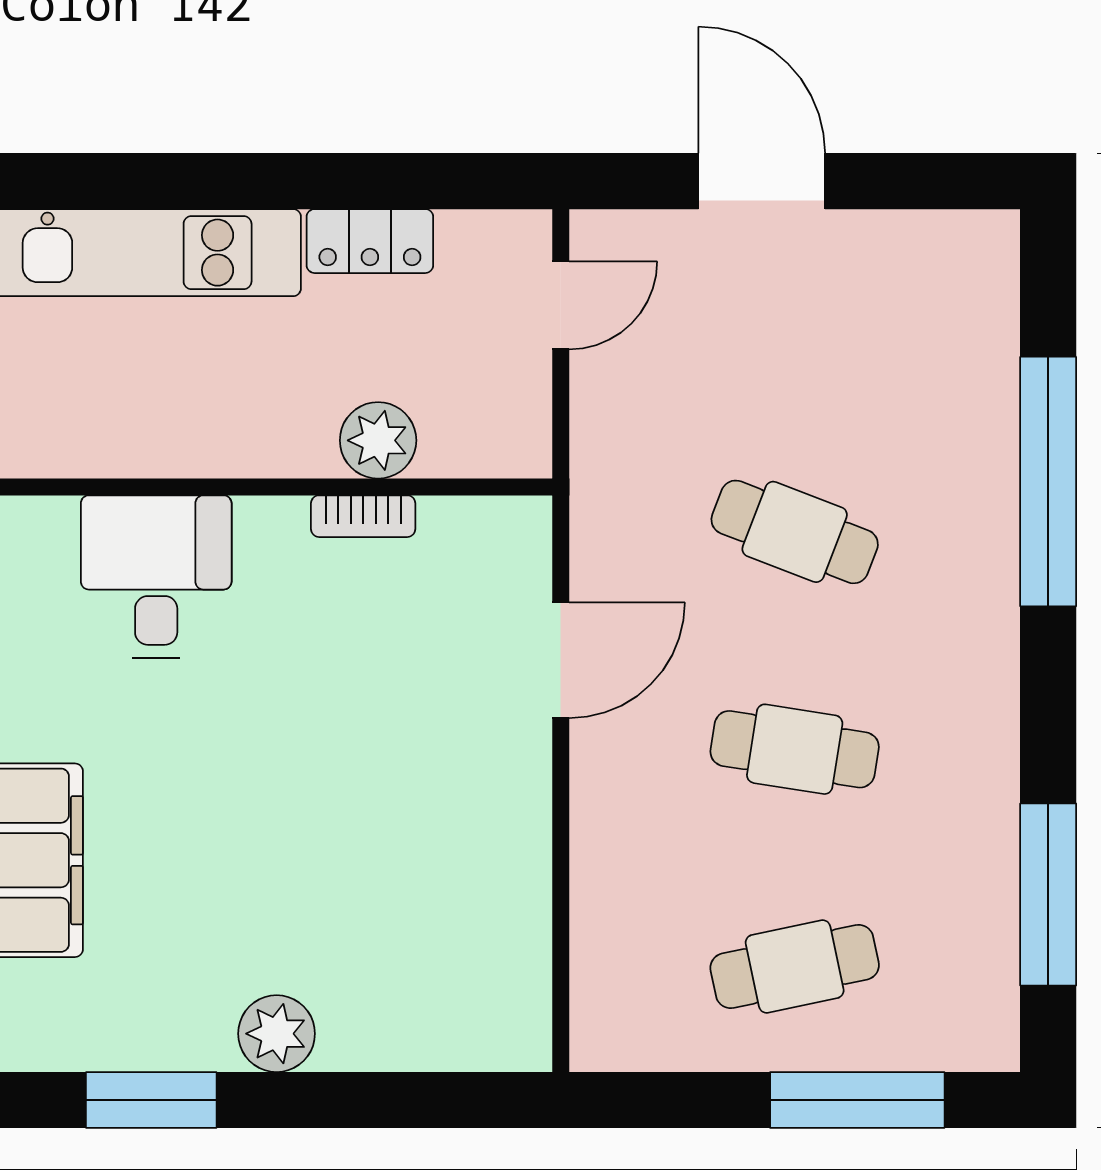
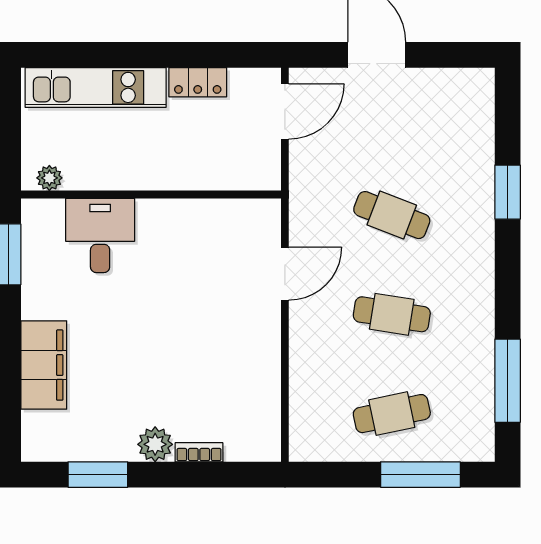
door: (561, 305) -> (285, 112), width x1.37
plant: (378, 440) -> (49, 178), moved, width x0.73, depth x0.73
window: (1048, 482) -> (508, 192), width x0.47
bookcase: (363, 516) -> (199, 452), moved, turned 180

